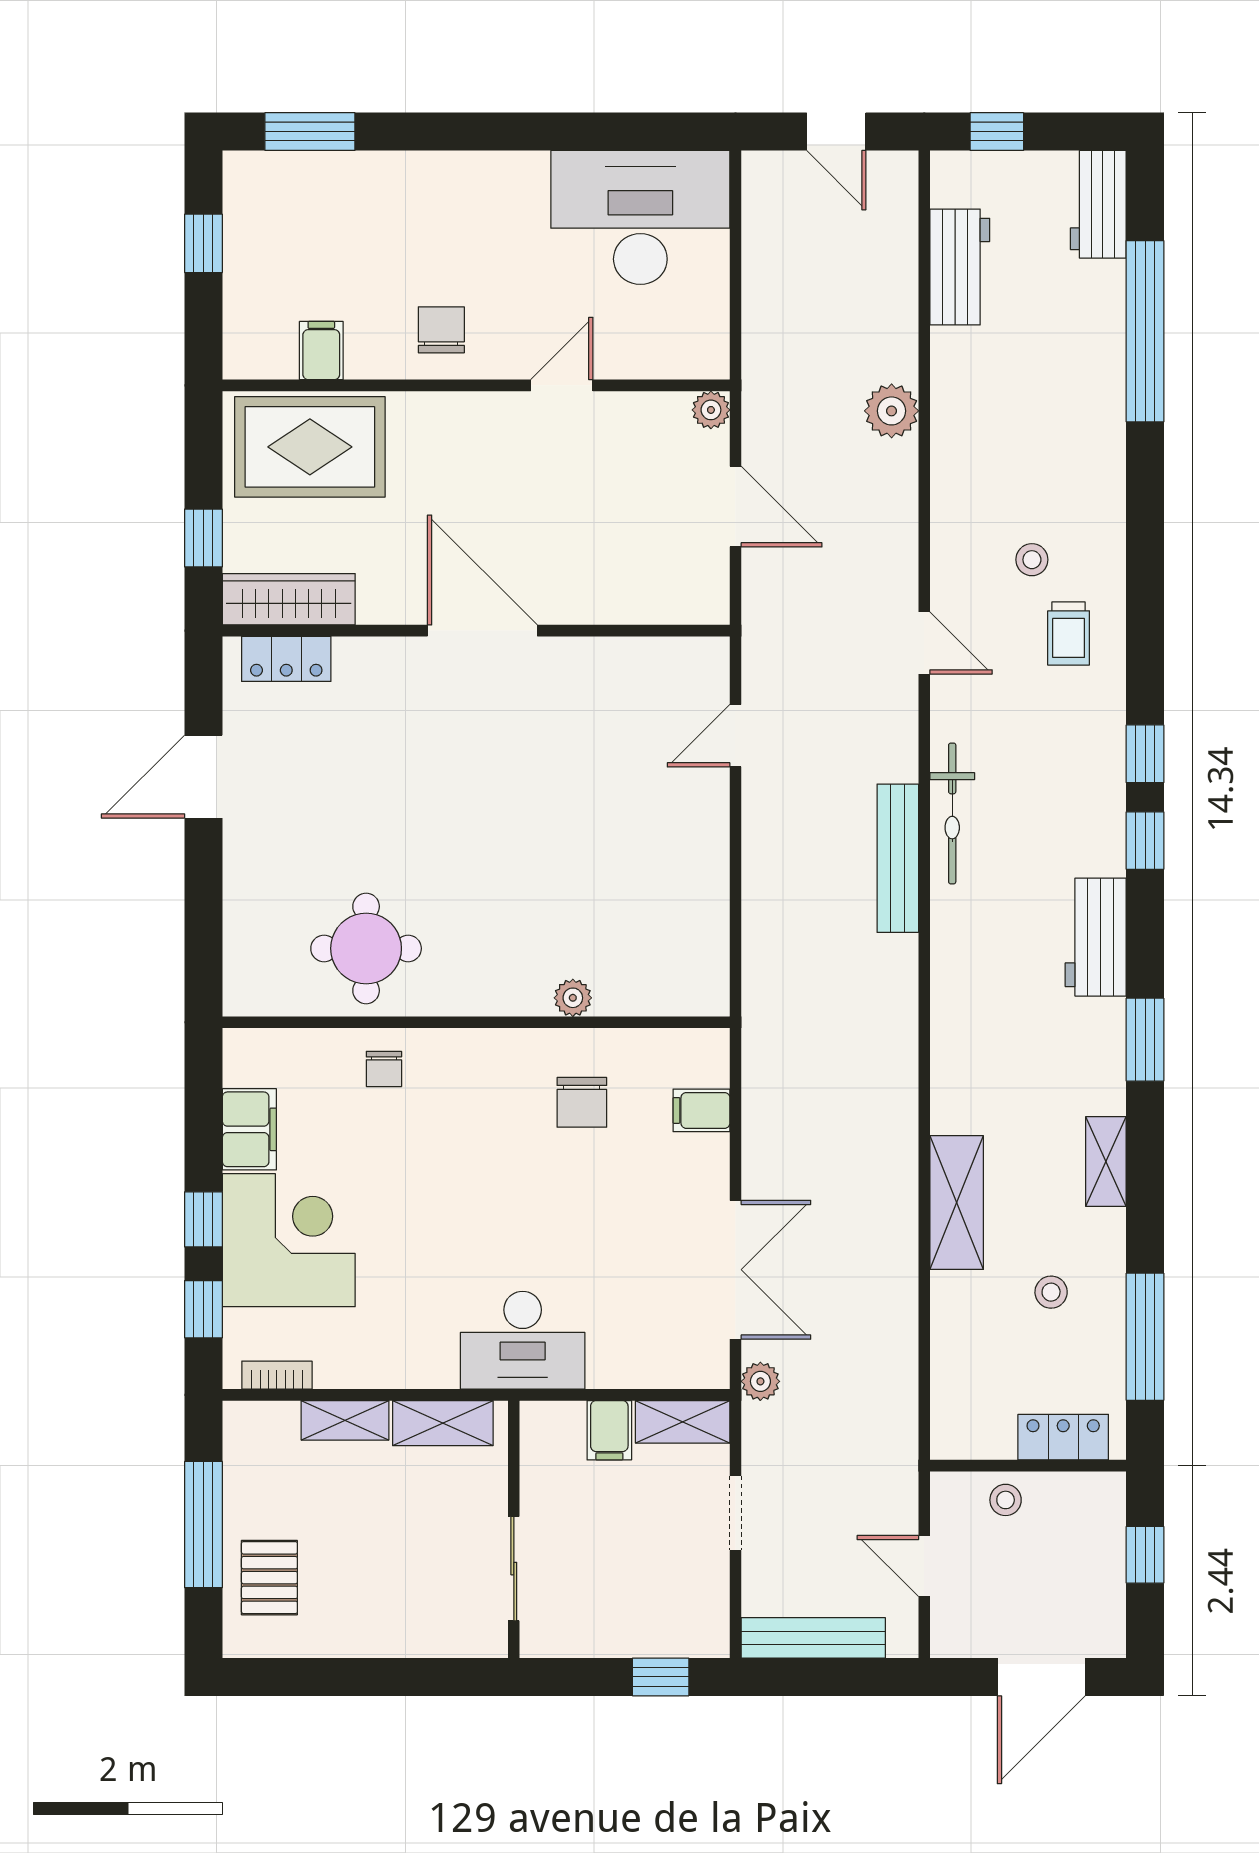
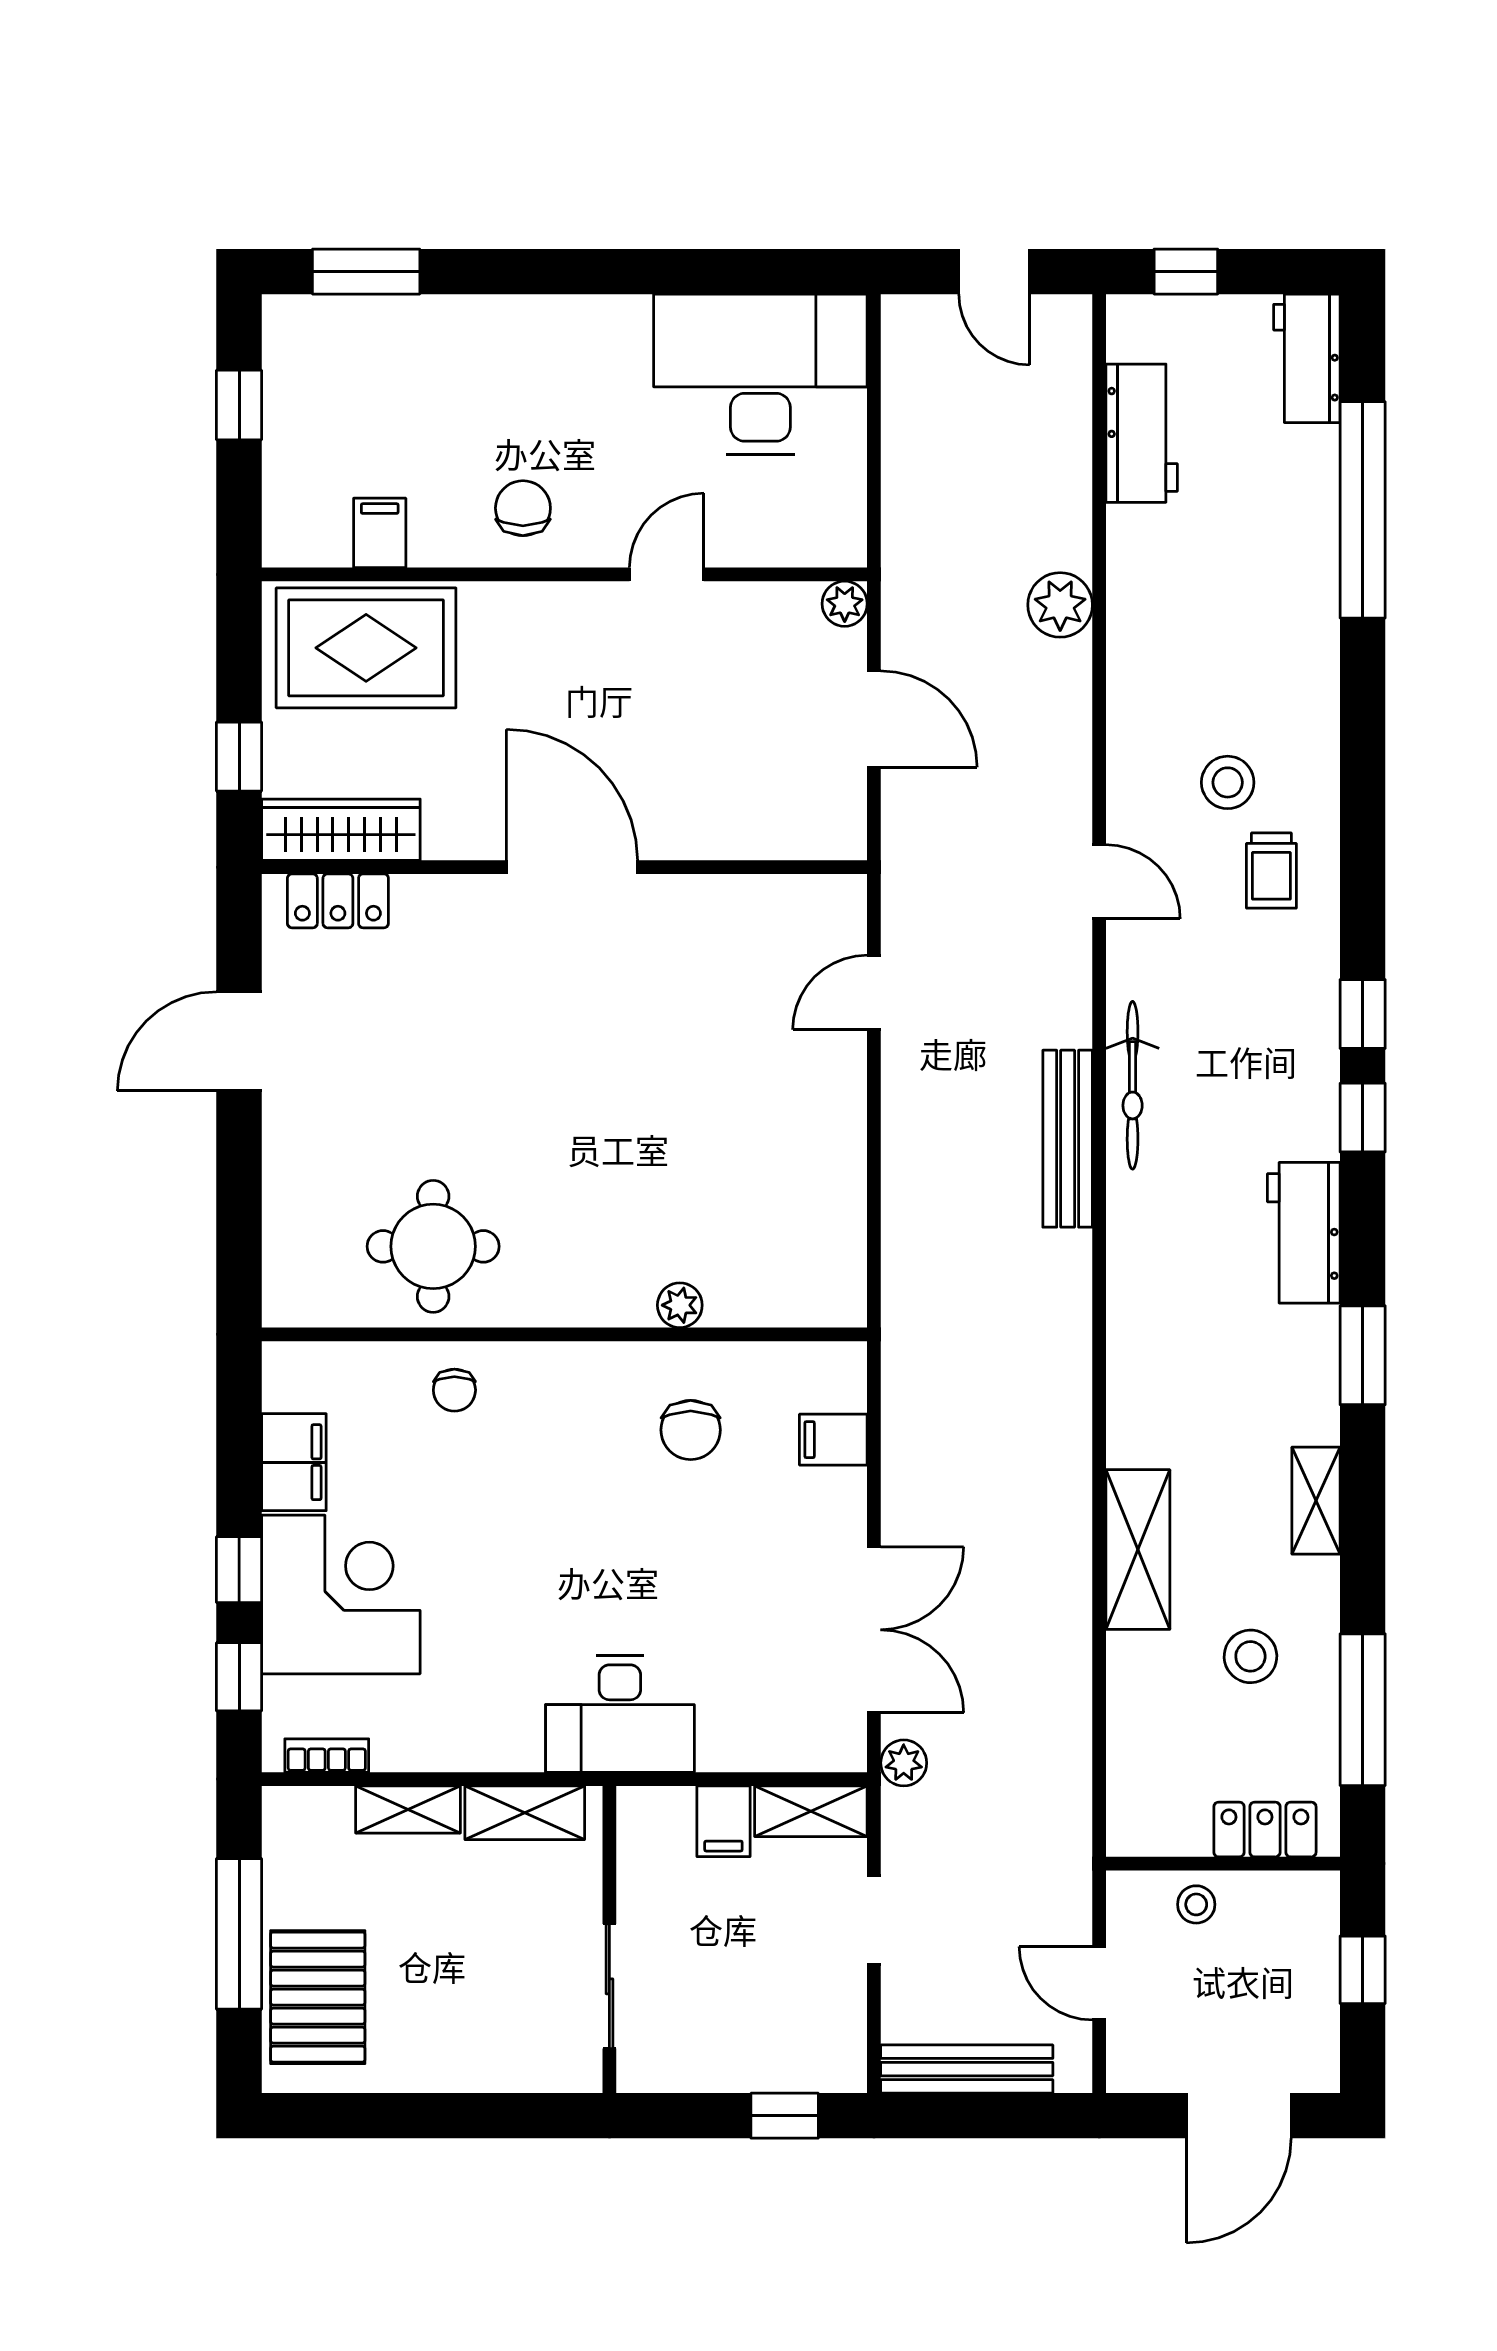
stool: (1032, 560) -> (1228, 782), width x1.37, depth x1.37
stool: (1051, 1292) -> (1250, 1656), width x1.37, depth x1.37
pallet: (269, 1578) -> (318, 1997), width x1.50, depth x1.42

